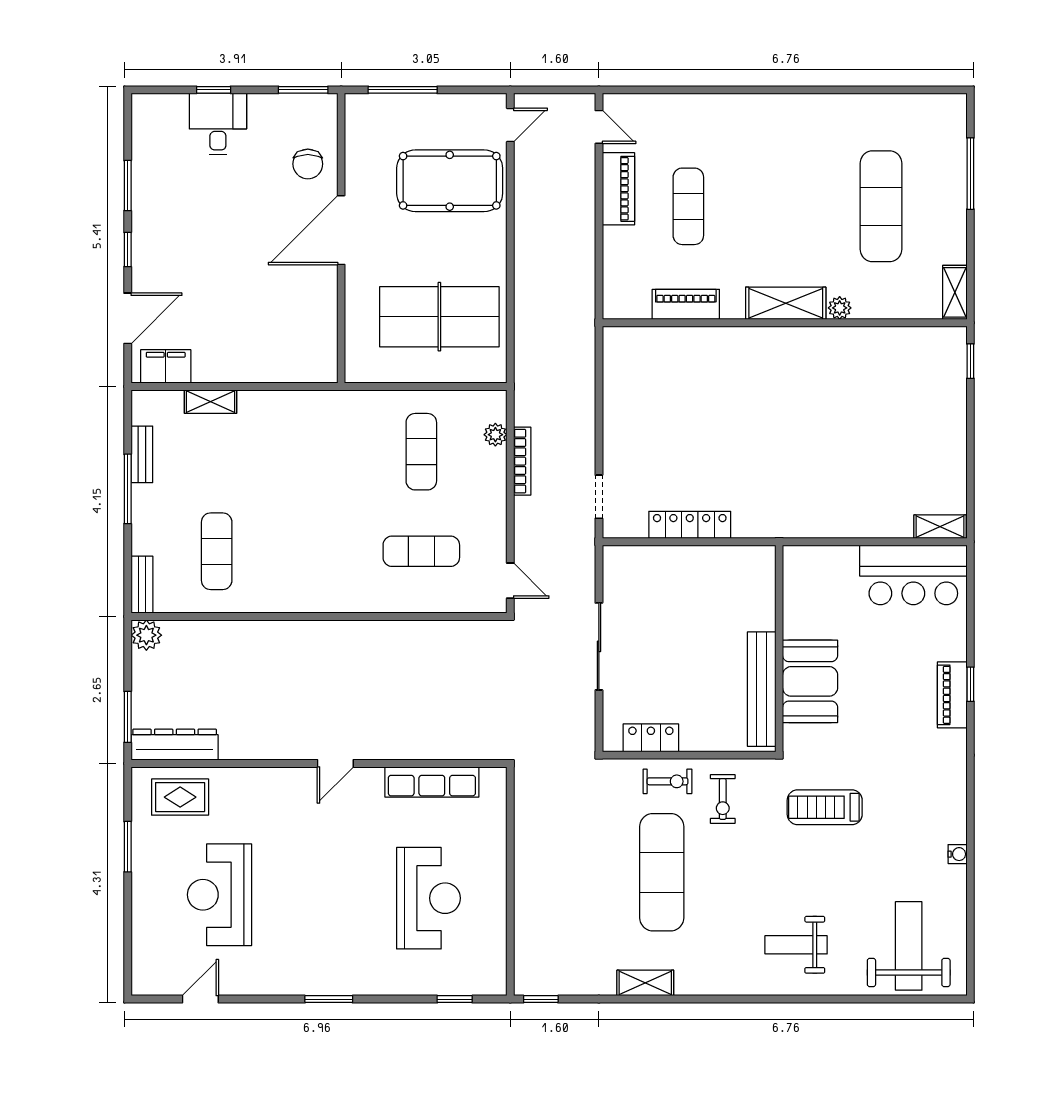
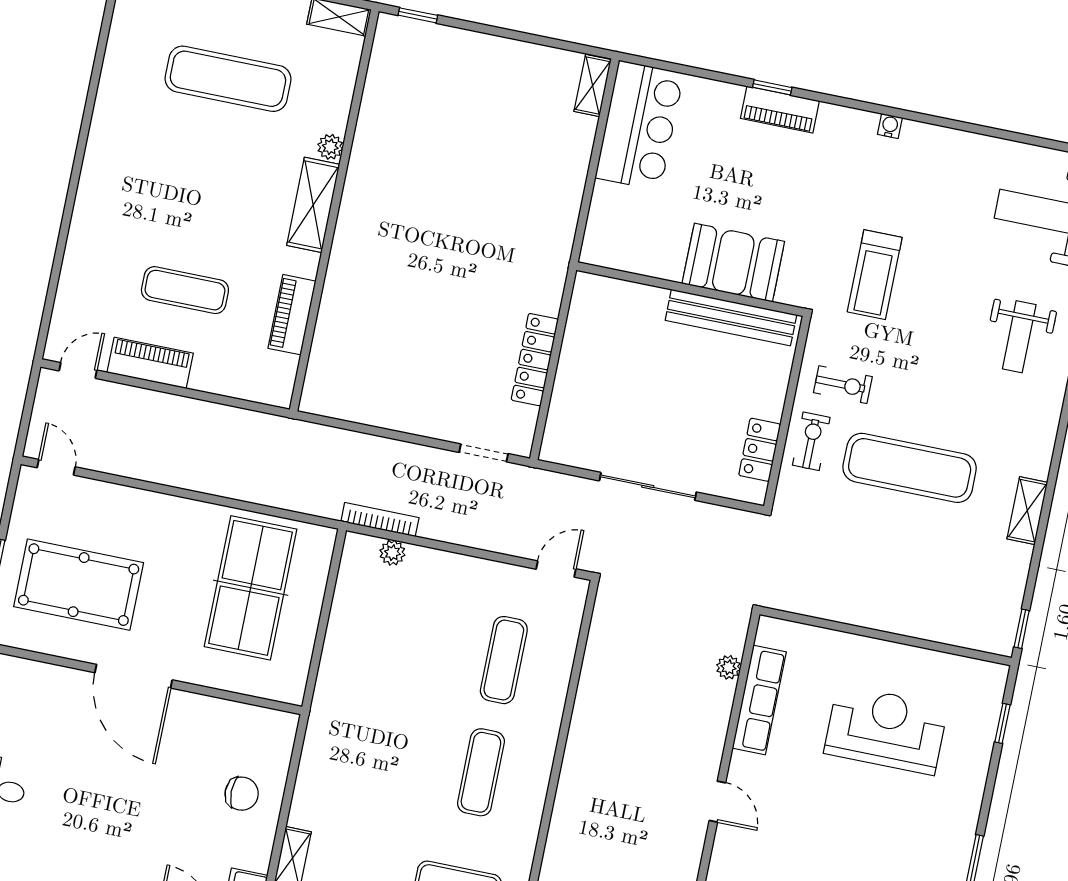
chair: (308, 164) -> (242, 794), moved
pool table: (450, 181) -> (79, 585), moved, turned 90
exercise mat: (421, 452) -> (481, 772), moved, turned 90
bookcase: (522, 461) -> (380, 519), moved
plant: (455, 749) -> (729, 667), added
water cooler: (958, 854) -> (890, 126), moved

